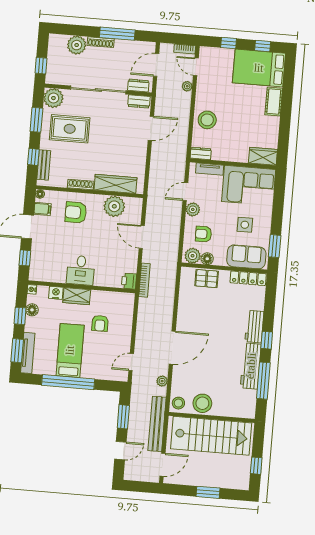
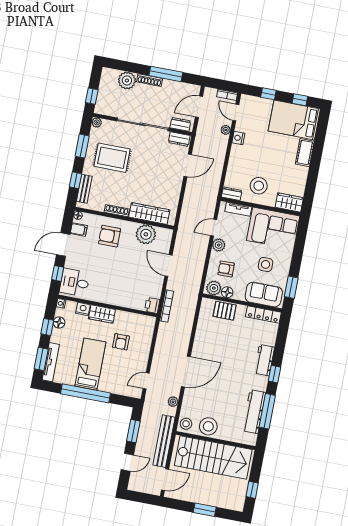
nightstand: (202, 94) -> (238, 138), added
plant: (53, 98) -> (97, 122), width x0.53, depth x0.53
stool: (207, 120) -> (259, 186), moved
desk: (81, 270) -> (75, 282), moved, turned 90
workbench: (251, 366) -> (254, 412), moved

